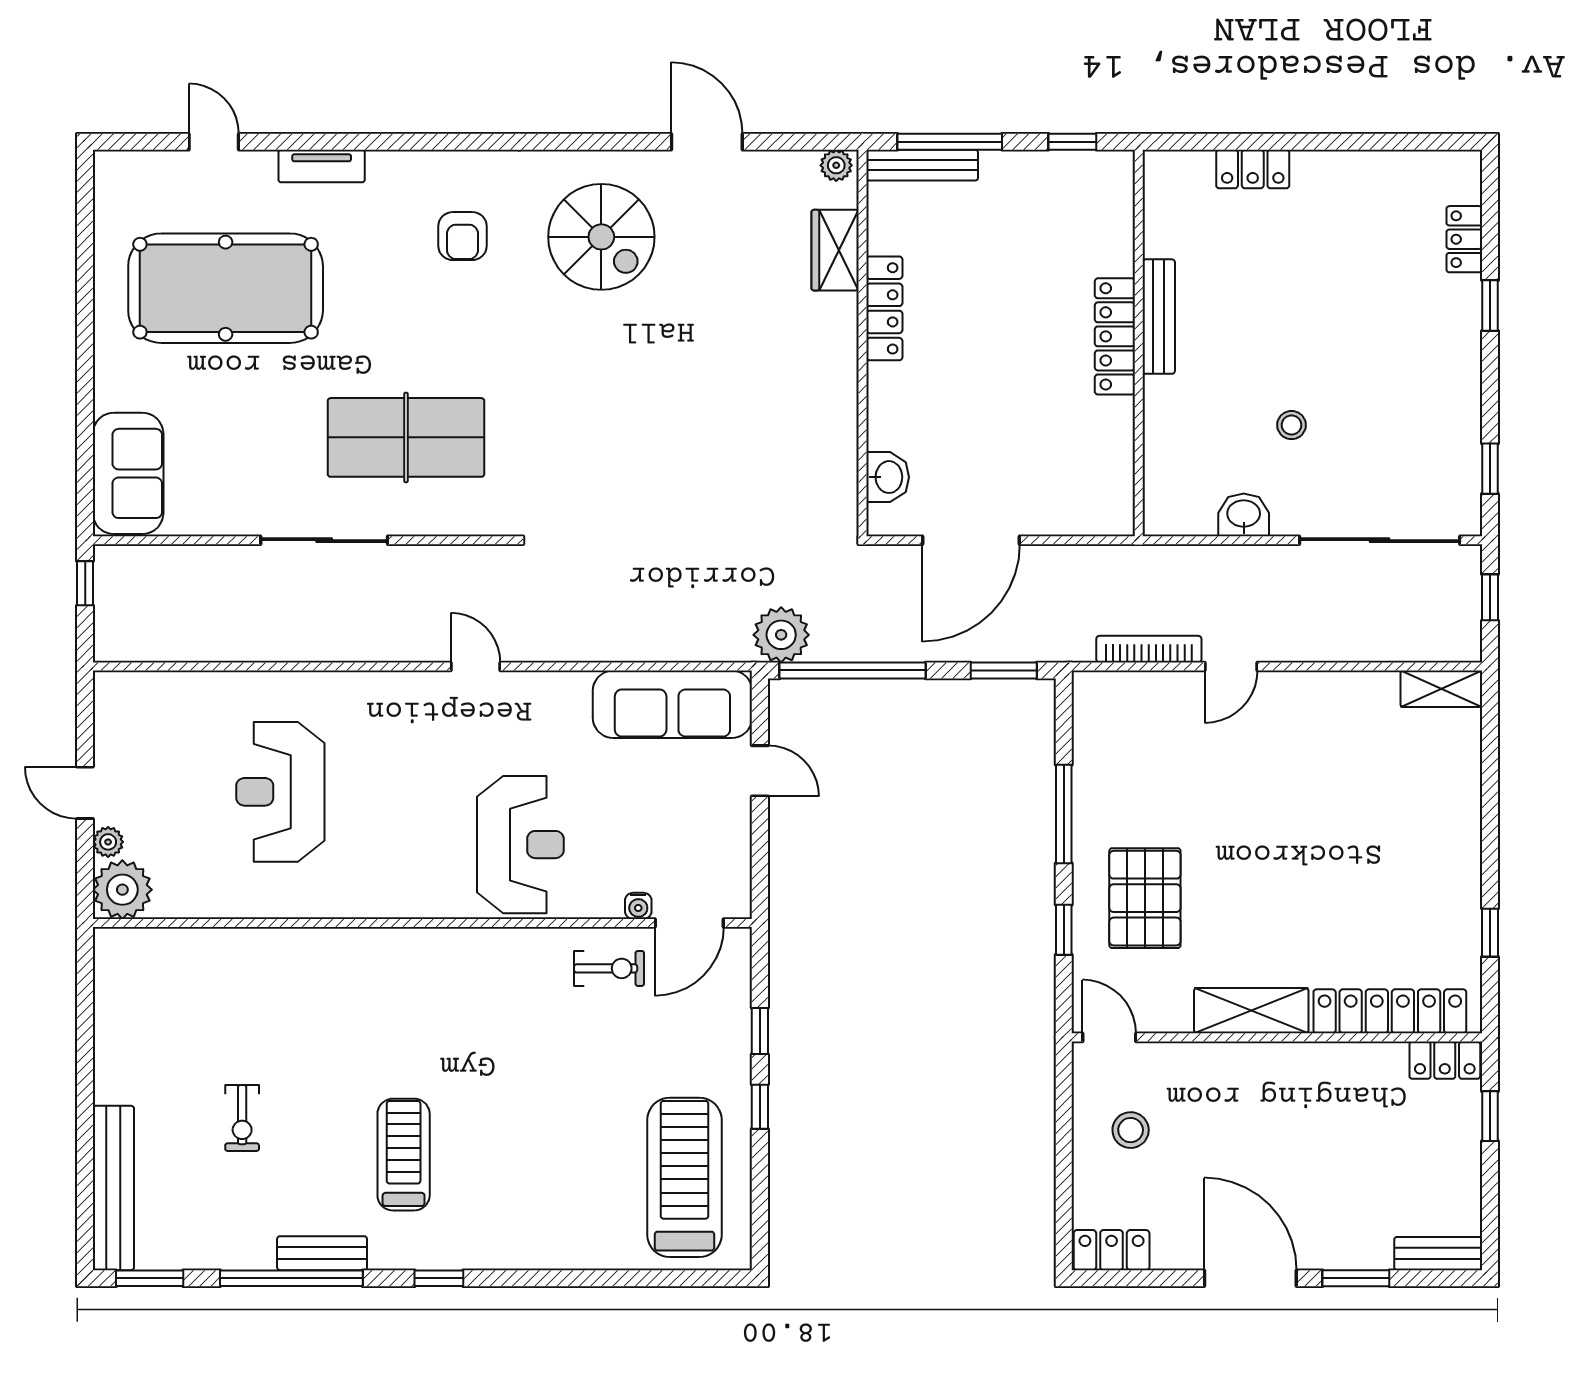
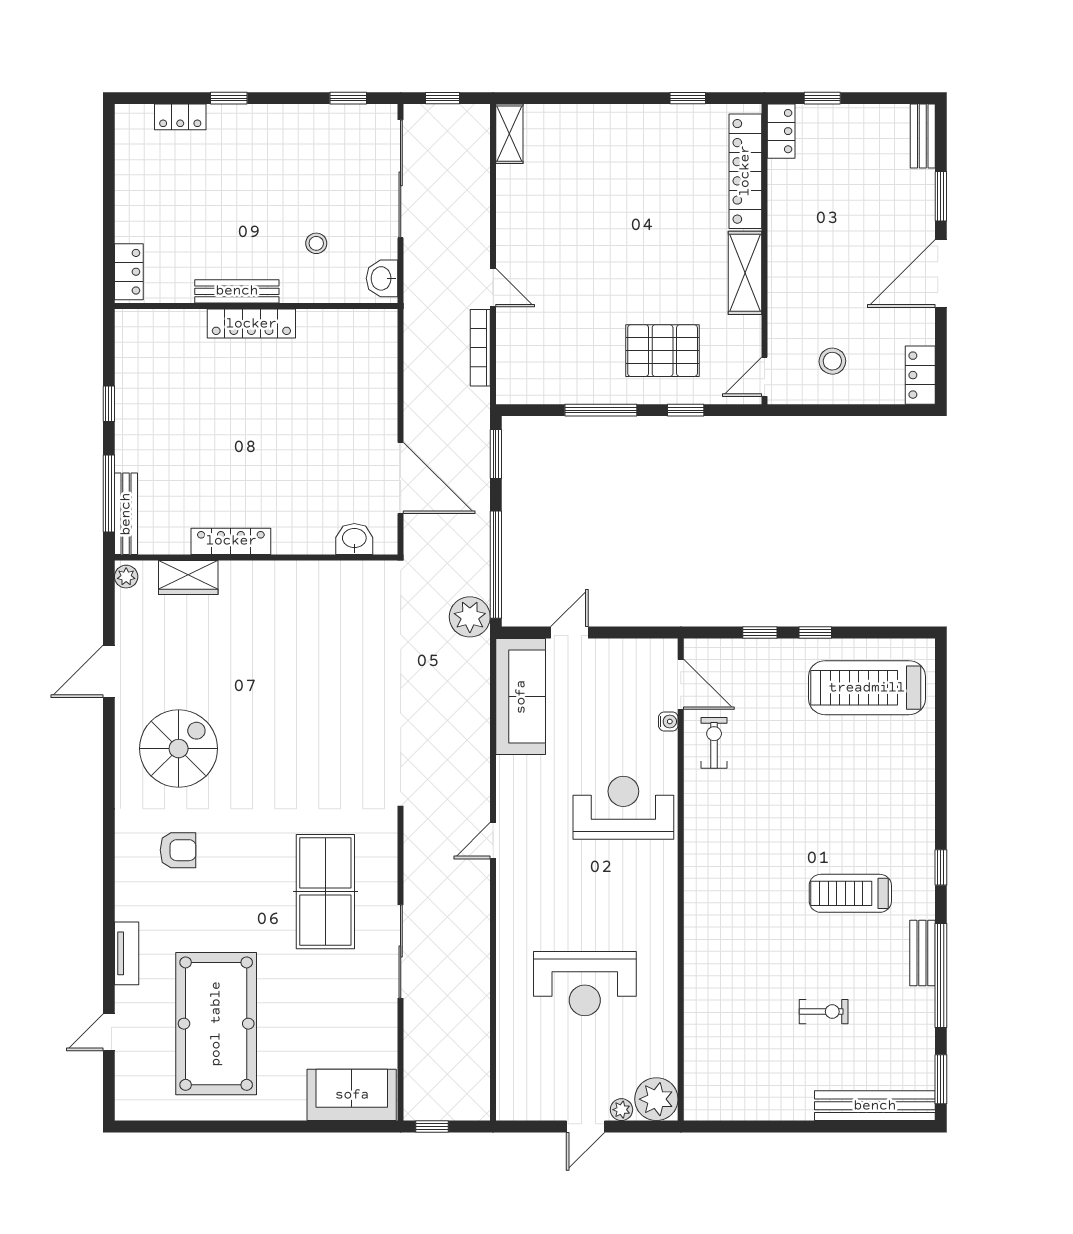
bench: (1159, 317) -> (237, 291), moved
locker: (1115, 336) -> (251, 324), moved
wall: (1139, 343) -> (256, 306), moved

